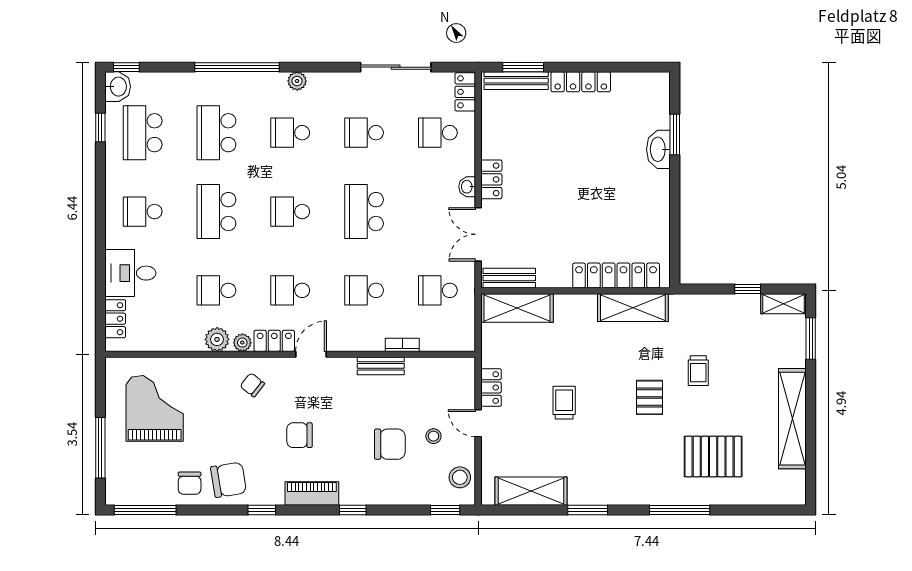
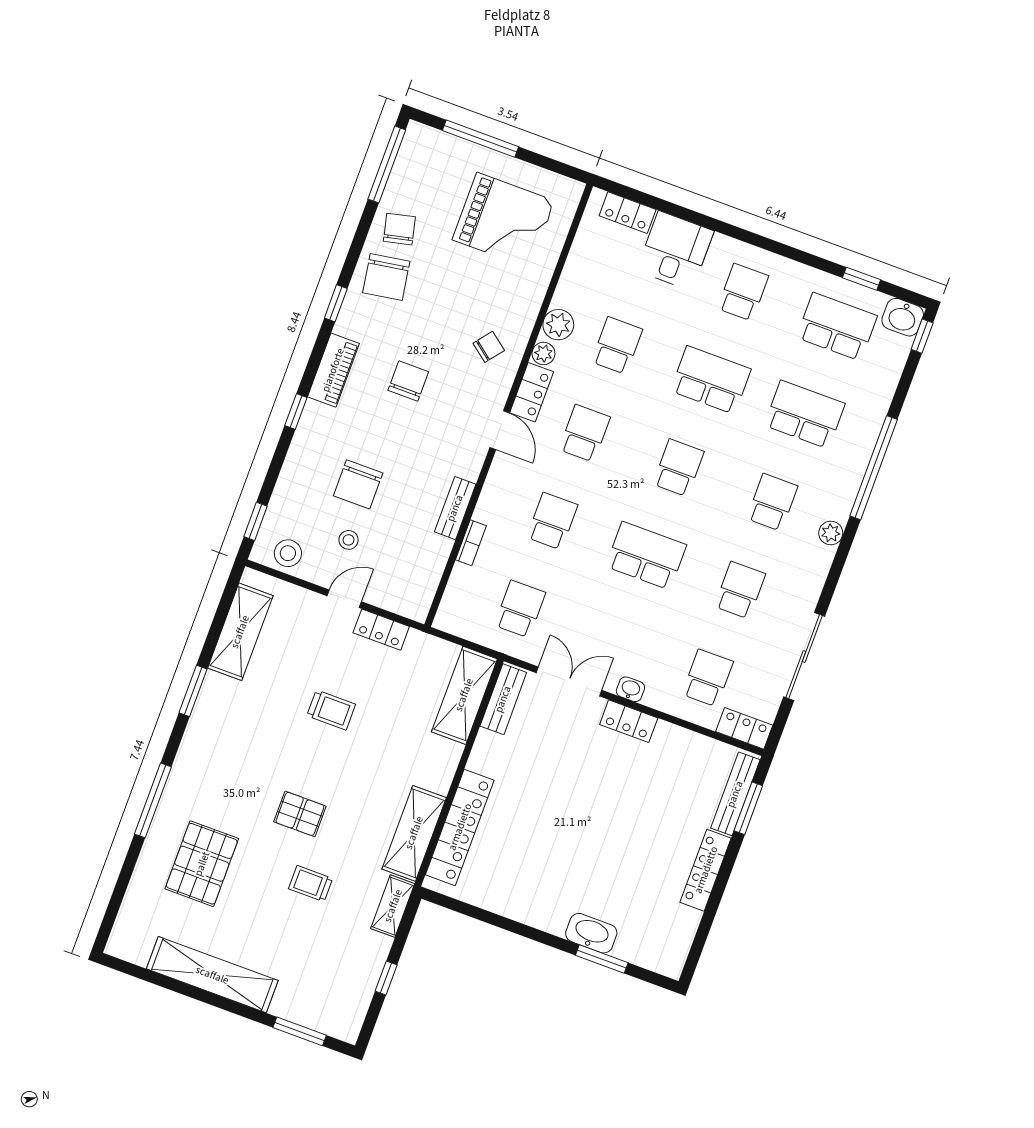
shelving: (783, 304) -> (393, 906), moved
chair: (190, 483) -> (399, 229), turned 77

